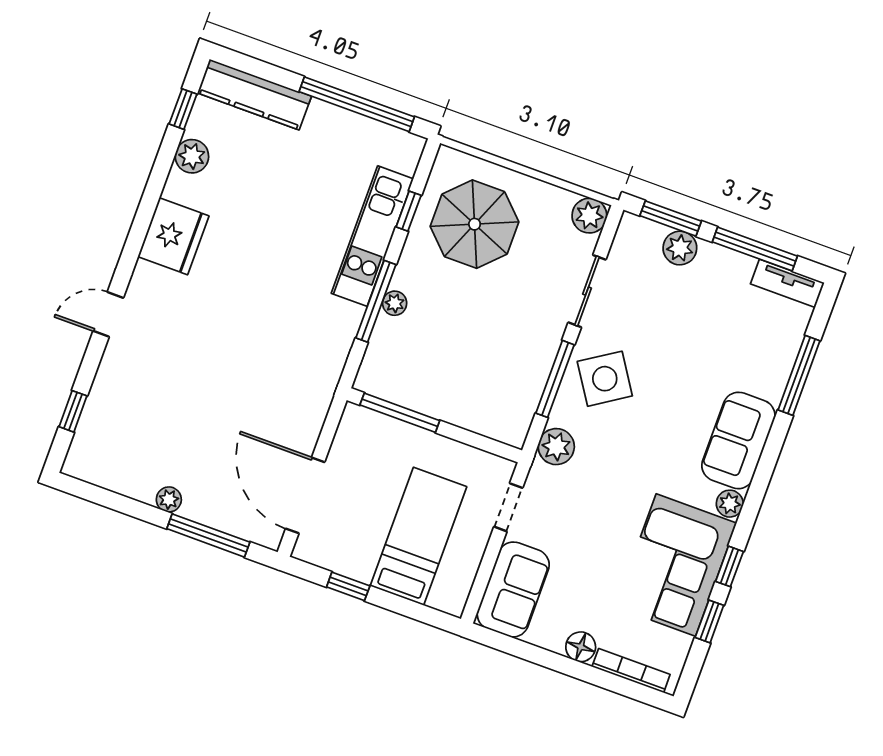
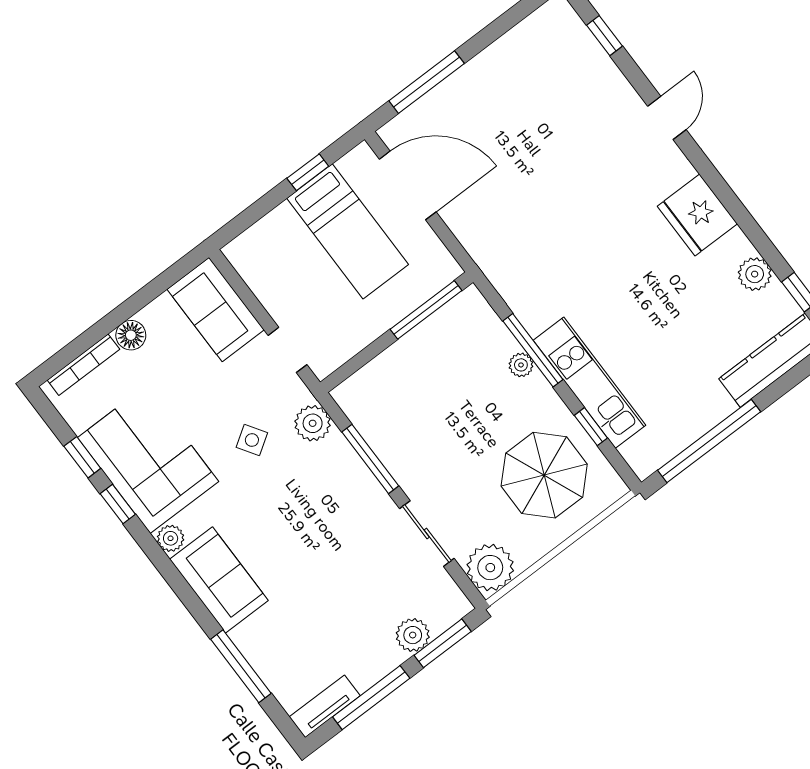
plant: (589, 216) -> (490, 568), width x1.36, depth x1.36
side table: (605, 379) -> (252, 440), moved, width x0.54, depth x0.54
plant: (169, 499) -> (478, 68), removed
bed: (418, 536) -> (348, 231), moved

